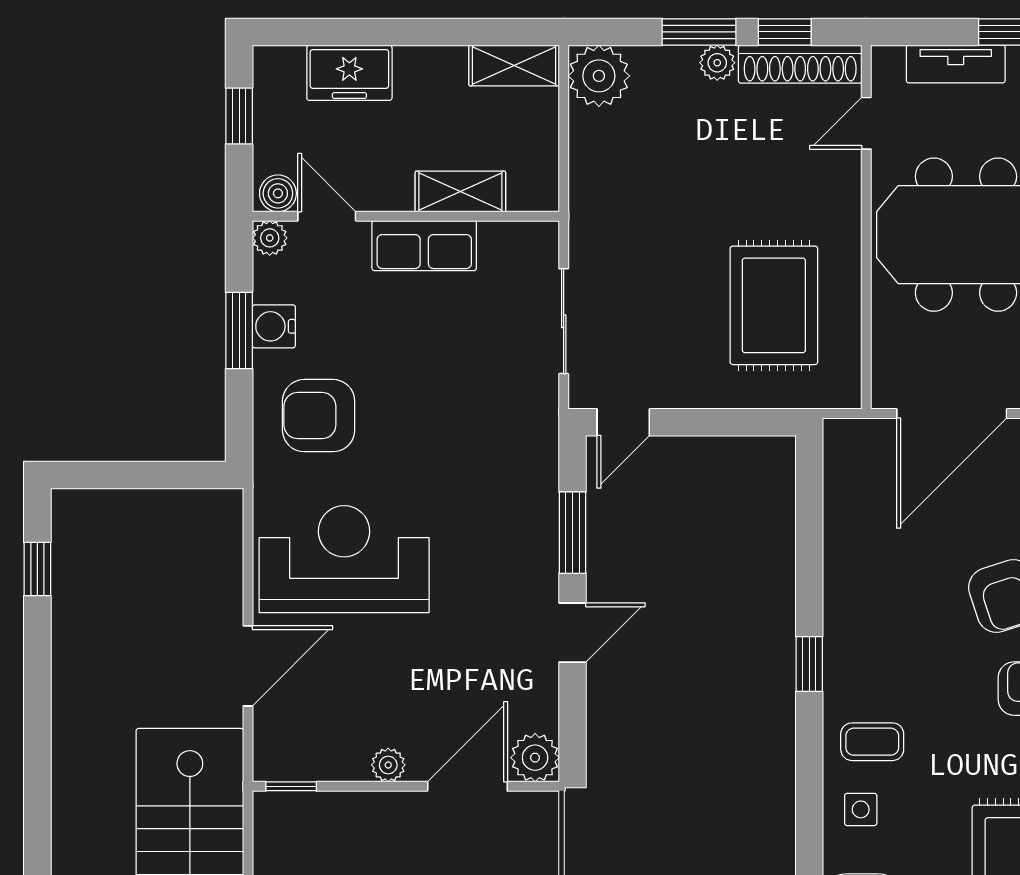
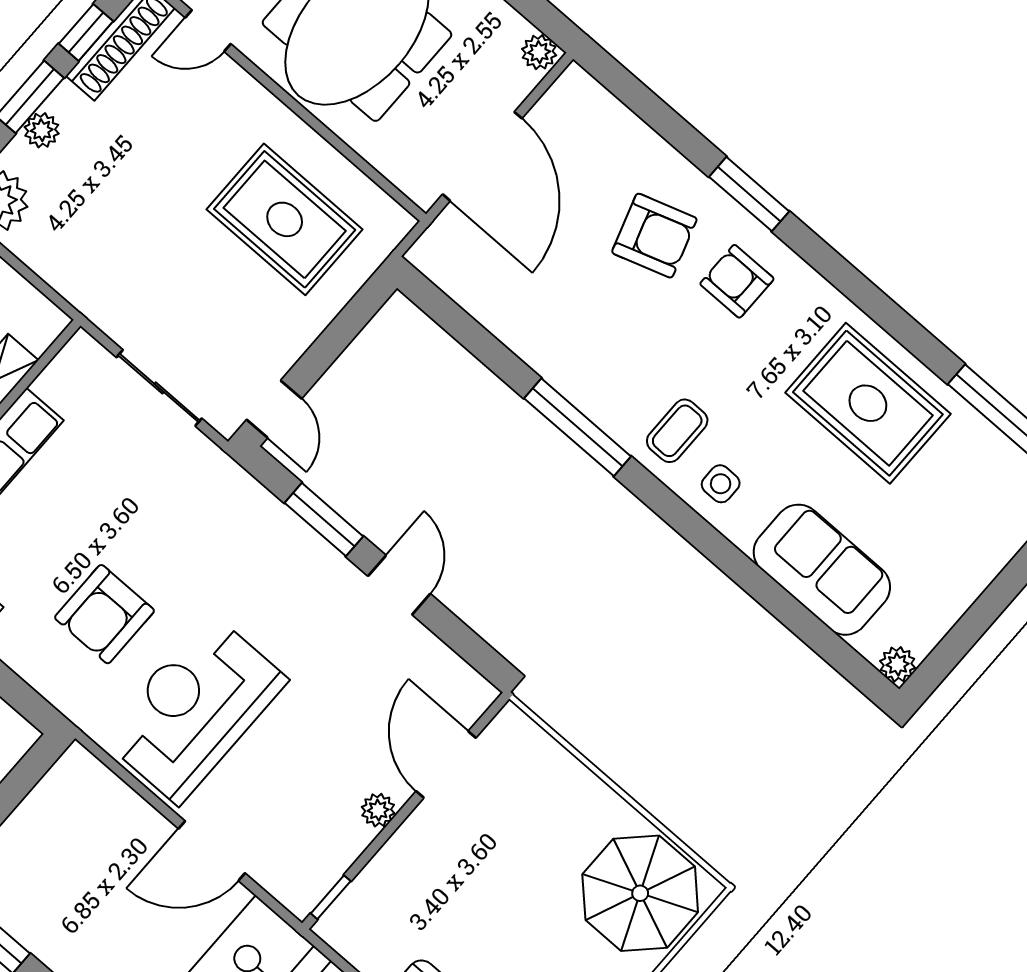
plant: (717, 63) -> (42, 130), moved
door: (866, 123) -> (208, 31), hinge flipped
armchair: (319, 416) -> (104, 614), moved
window: (809, 664) -> (578, 427), width x2.17
door: (248, 666) -> (212, 851), swing flipped
plant: (535, 758) -> (469, 695), removed

